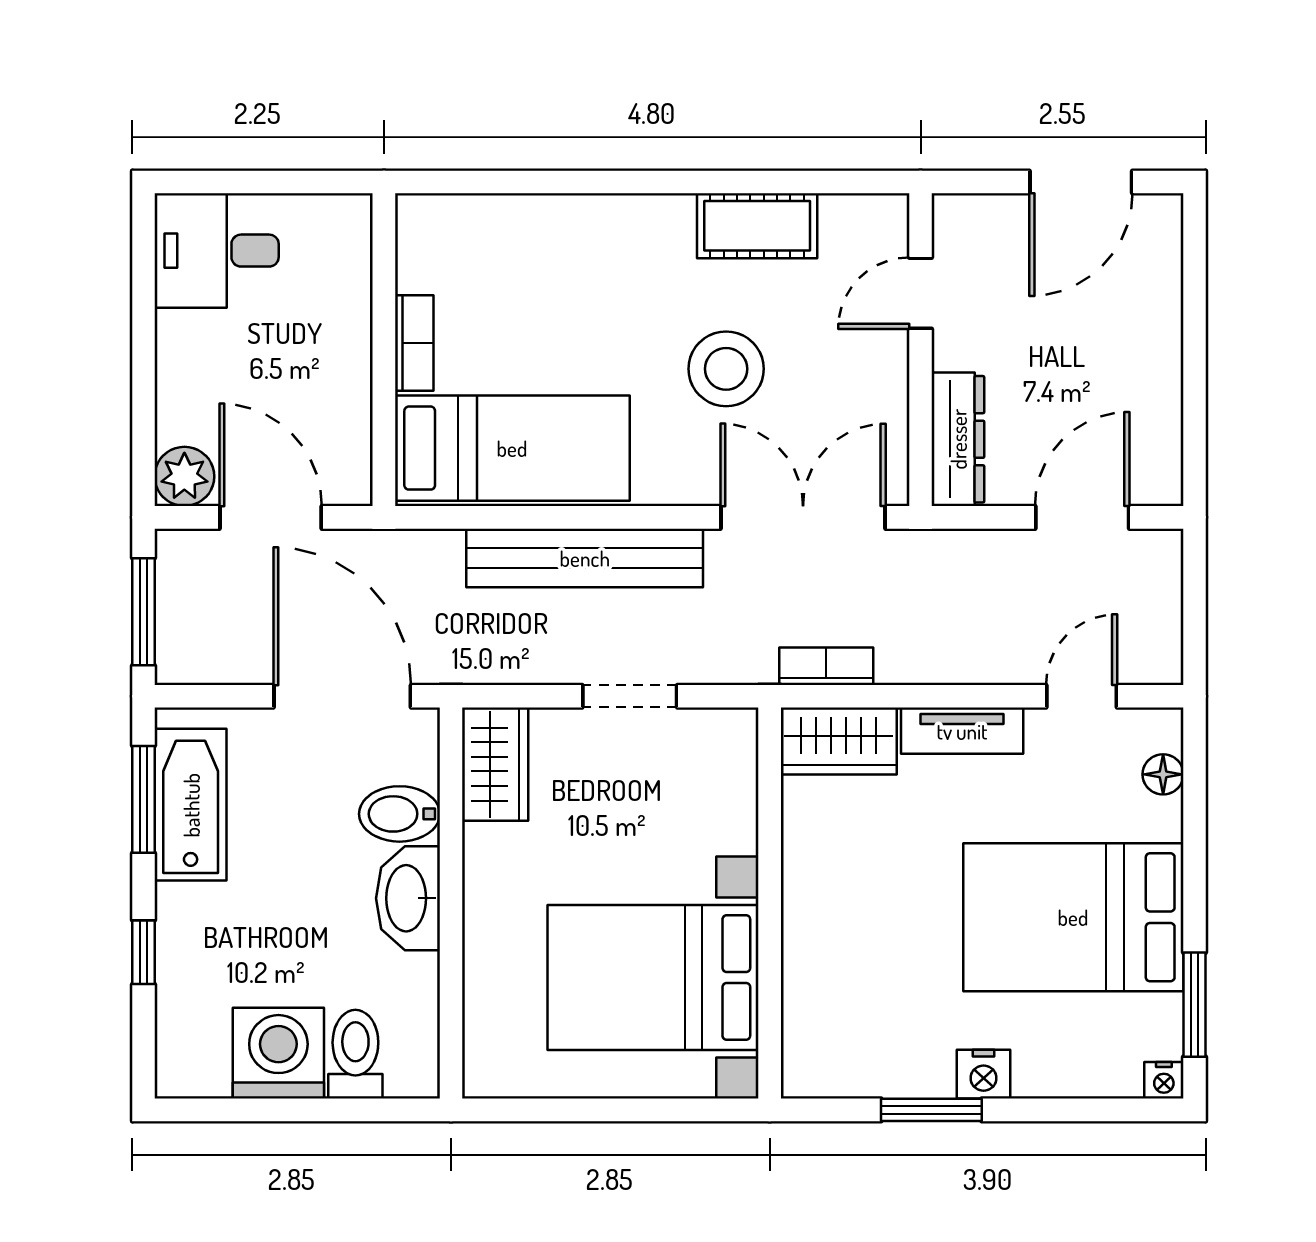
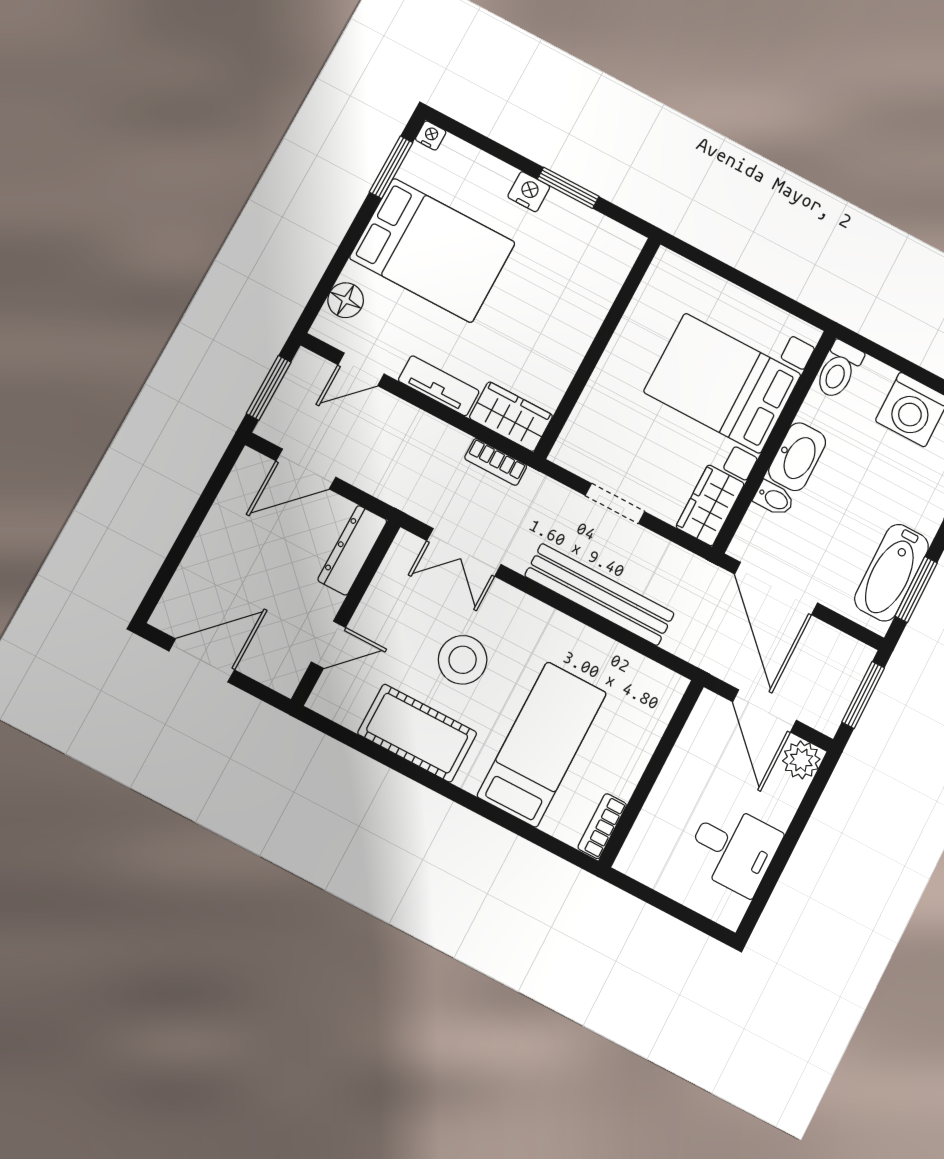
cot: (757, 226) -> (417, 733), width x1.37, depth x1.34
desk: (217, 251) -> (733, 849), moved
bookcase: (414, 343) -> (602, 826), moved
bed: (512, 448) -> (542, 744), moved, turned 90
double door: (803, 517) -> (464, 552), width x0.73
window: (1194, 603) -> (269, 388), added
floor lamp: (1163, 774) -> (346, 300), width x1.37, depth x1.37
bidet: (399, 814) -> (774, 499), width x0.72, depth x0.74
bed with nightstands: (653, 978) -> (722, 383), moved, turned 180
toilet: (355, 1054) -> (839, 370), moved

